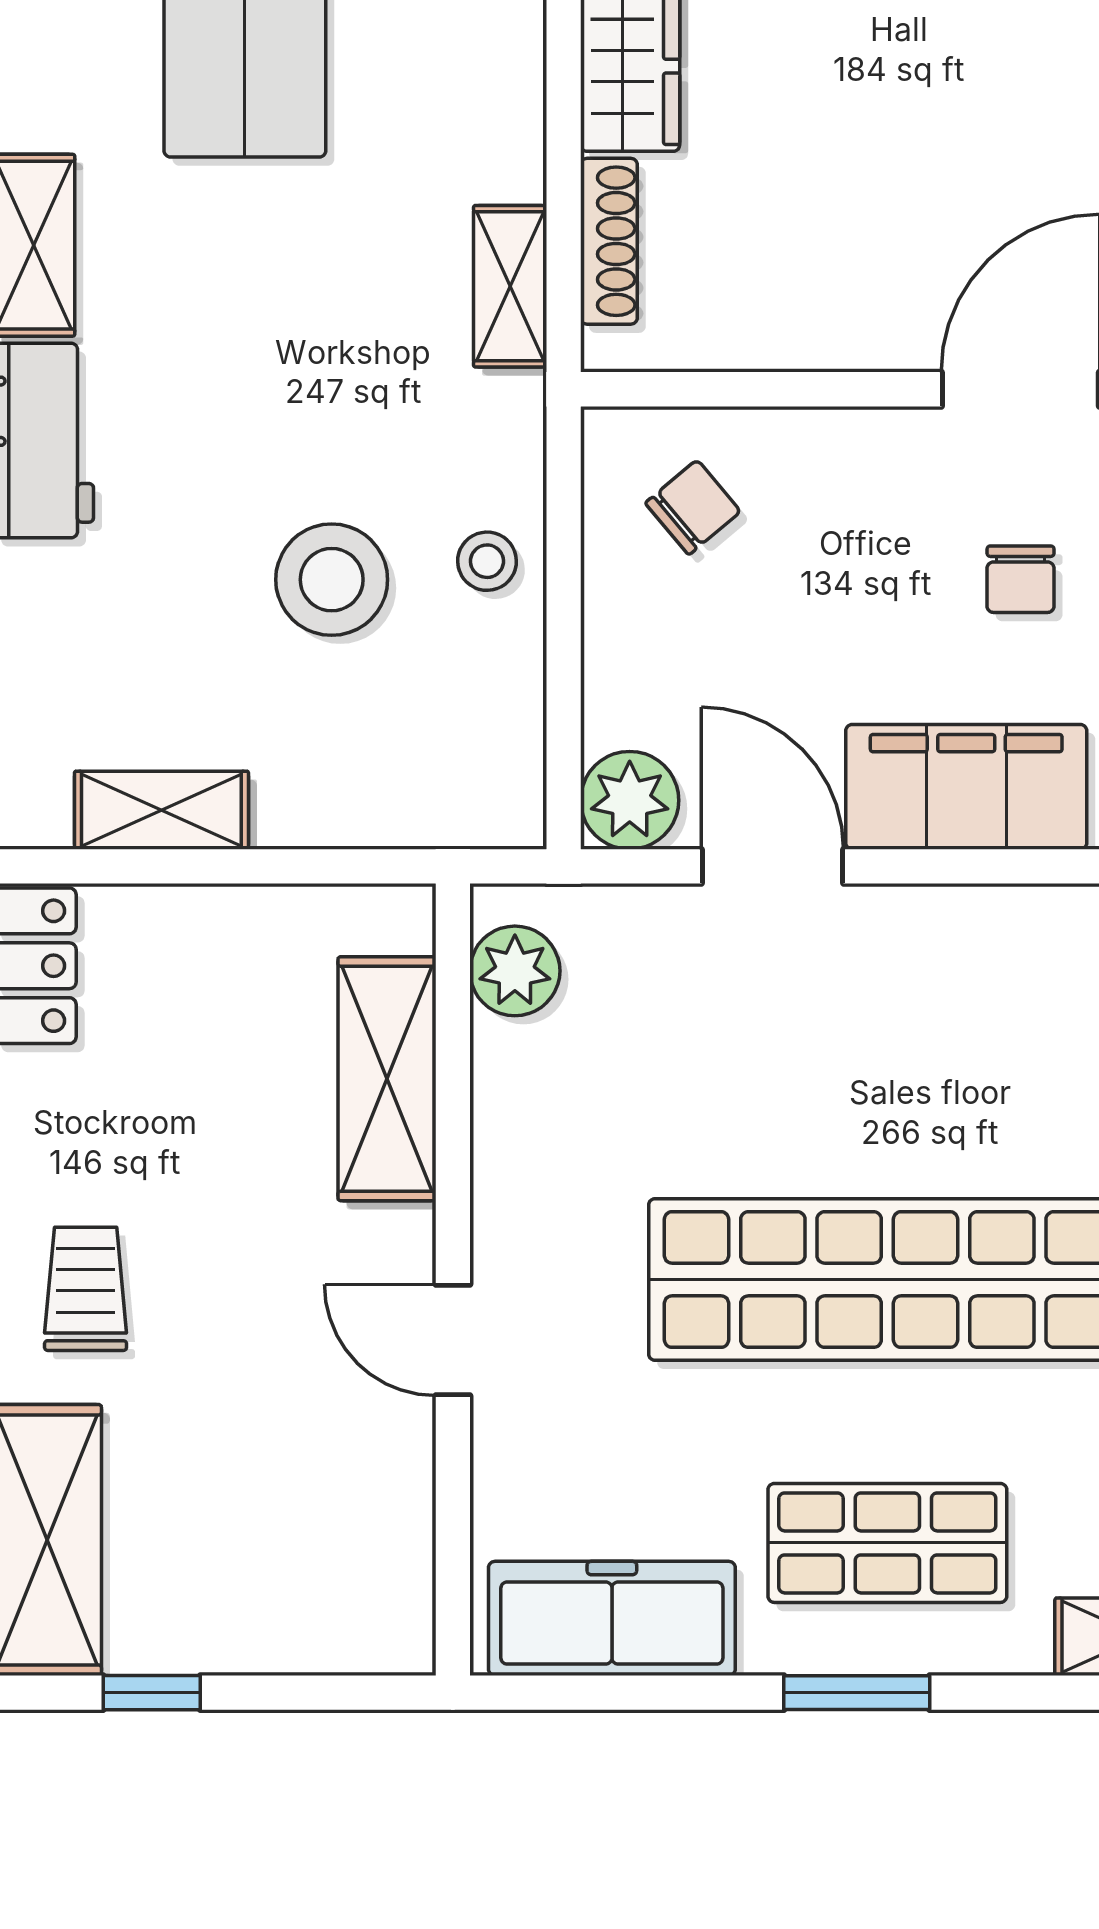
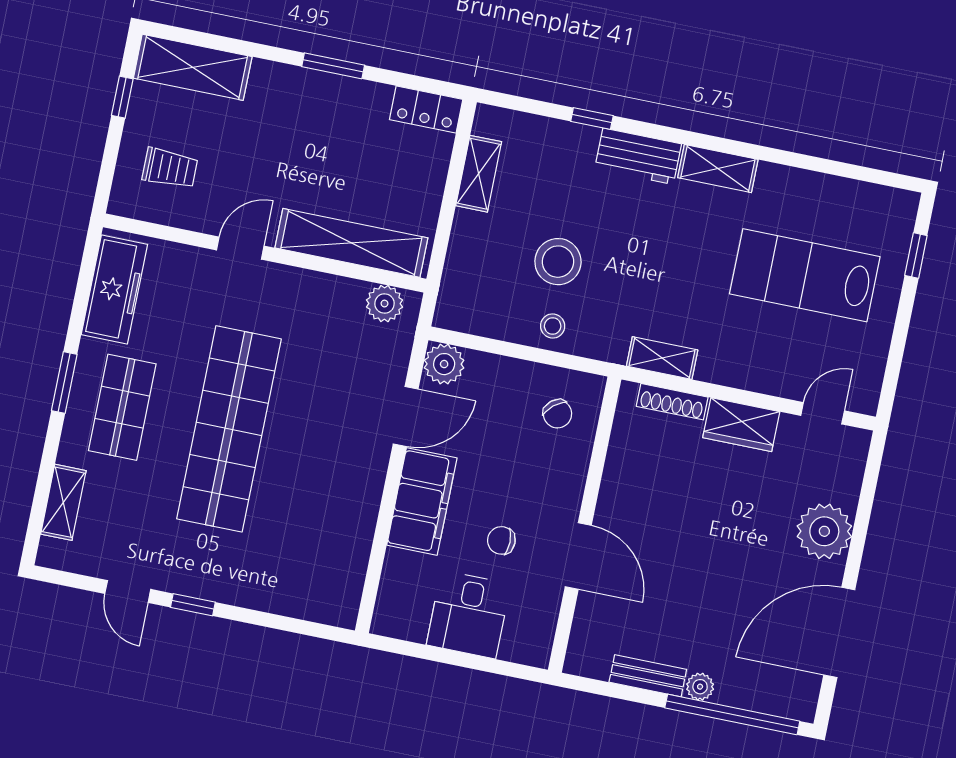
shelving: (387, 1079) -> (351, 243), width x1.47
trolley: (86, 1289) -> (170, 168), moved

